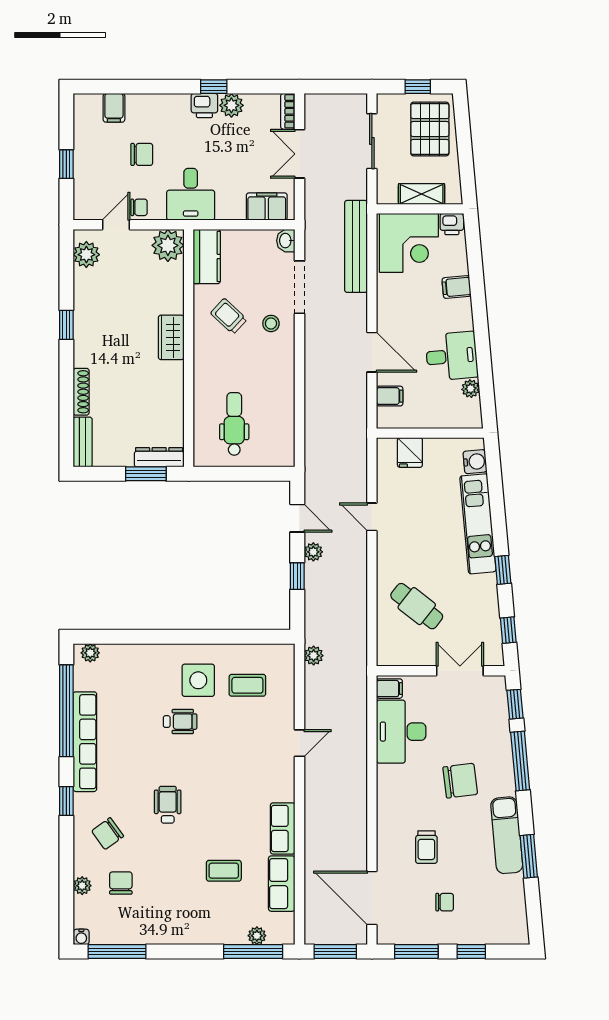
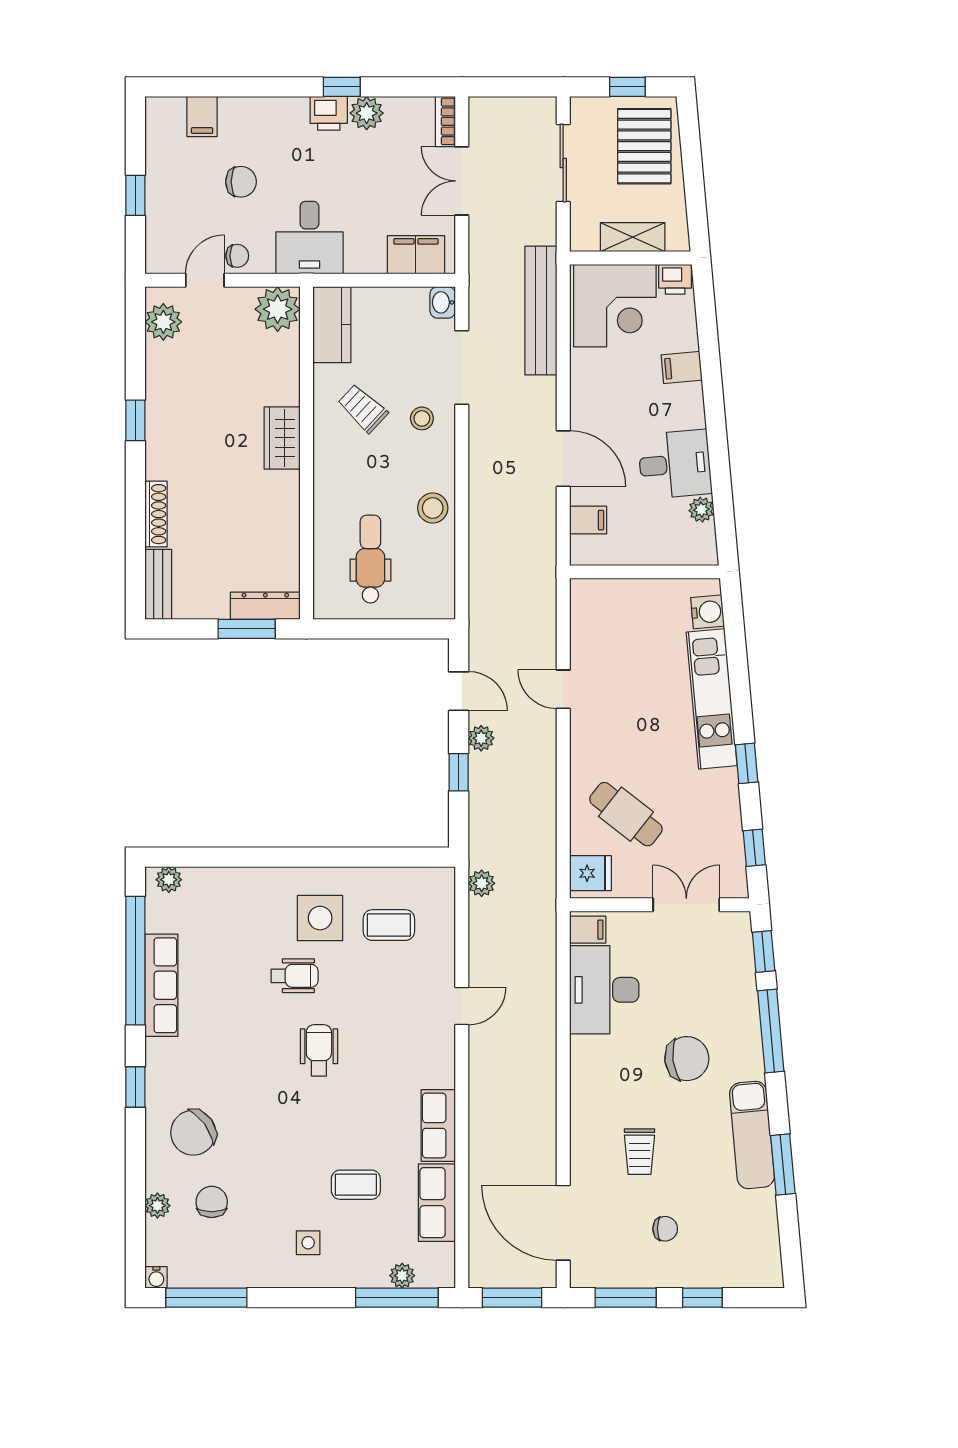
stool: (279, 387) -> (433, 508), added
fridge: (410, 452) -> (590, 873), moved, turned -90
row of seats: (85, 742) -> (161, 985), width x0.73
wheelchair: (168, 805) -> (319, 1050), moved
chair: (108, 834) -> (193, 1133), width x1.37, depth x1.37
side table: (190, 912) -> (308, 1243), added

